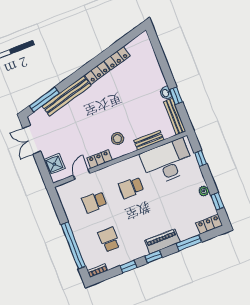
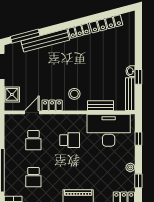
locker: (117, 58) -> (106, 24), width x1.53
school desk: (131, 188) -> (70, 140), turned 180
school desk: (94, 202) -> (33, 140), turned -90
school desk: (109, 239) -> (33, 177), turned 180

